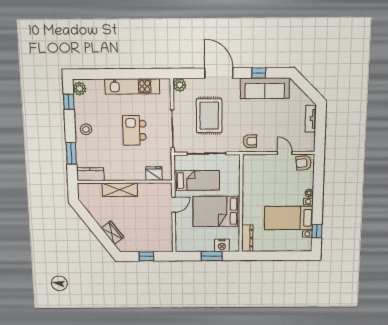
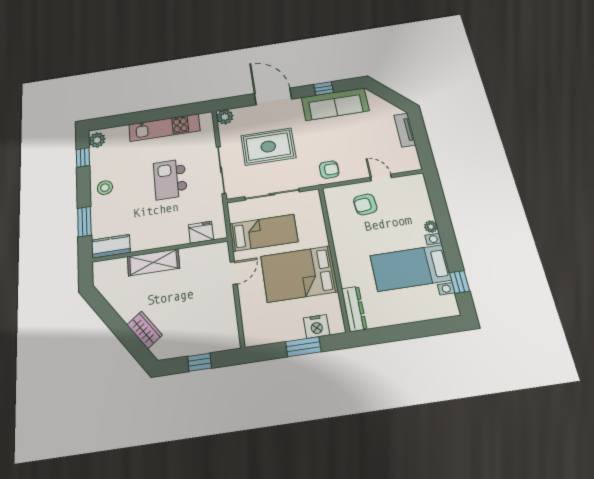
rug: (209, 116) -> (268, 147), turned 90
armchair: (304, 163) -> (365, 204), moved

